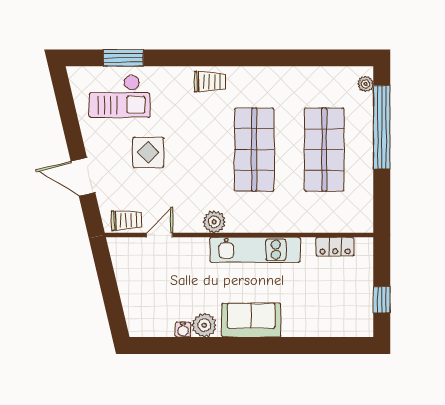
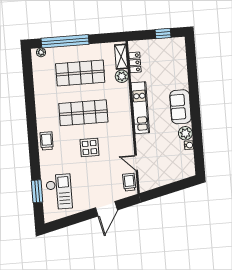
display table: (148, 152) -> (89, 148), moved
plant: (214, 222) -> (122, 76), moved
shelving: (347, 223) -> (121, 57), added

